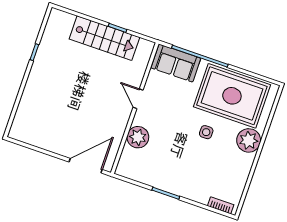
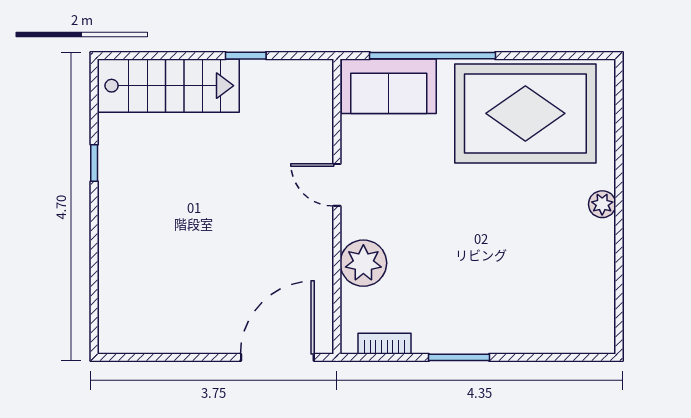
stairs: (104, 38) -> (168, 86), moved
side table: (206, 132) -> (498, 205), removed
plant: (249, 140) -> (602, 204), width x0.53, depth x0.53
bookcase: (221, 205) -> (384, 344), moved

